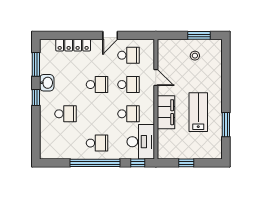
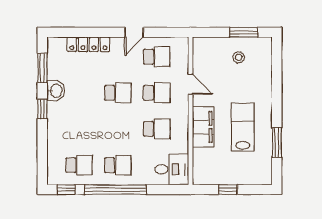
school desk: (66, 114) -> (79, 165), moved
desk: (141, 142) -> (172, 169), width x0.73
window: (138, 163) -> (66, 190), moved

